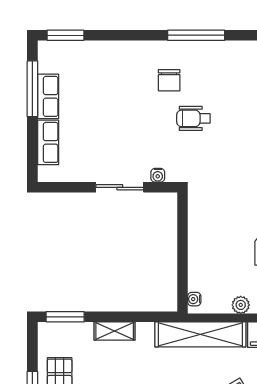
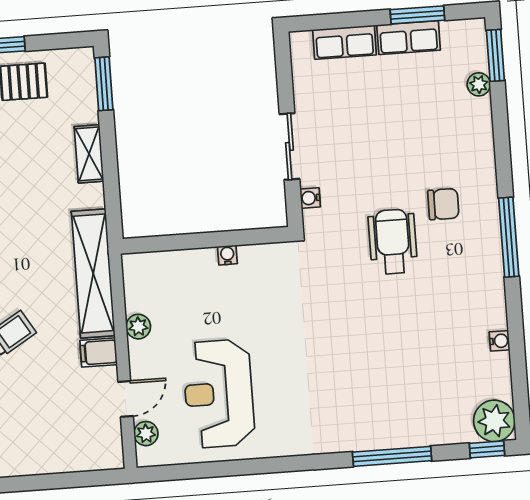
plant: (85, 49) -> (479, 84), added
chair: (169, 80) -> (443, 204), turned 180
window: (32, 89) -> (417, 15), width x0.69
wheelchair: (193, 118) -> (393, 242), width x1.36, depth x1.37
water cooler: (194, 299) -> (227, 255), moved

